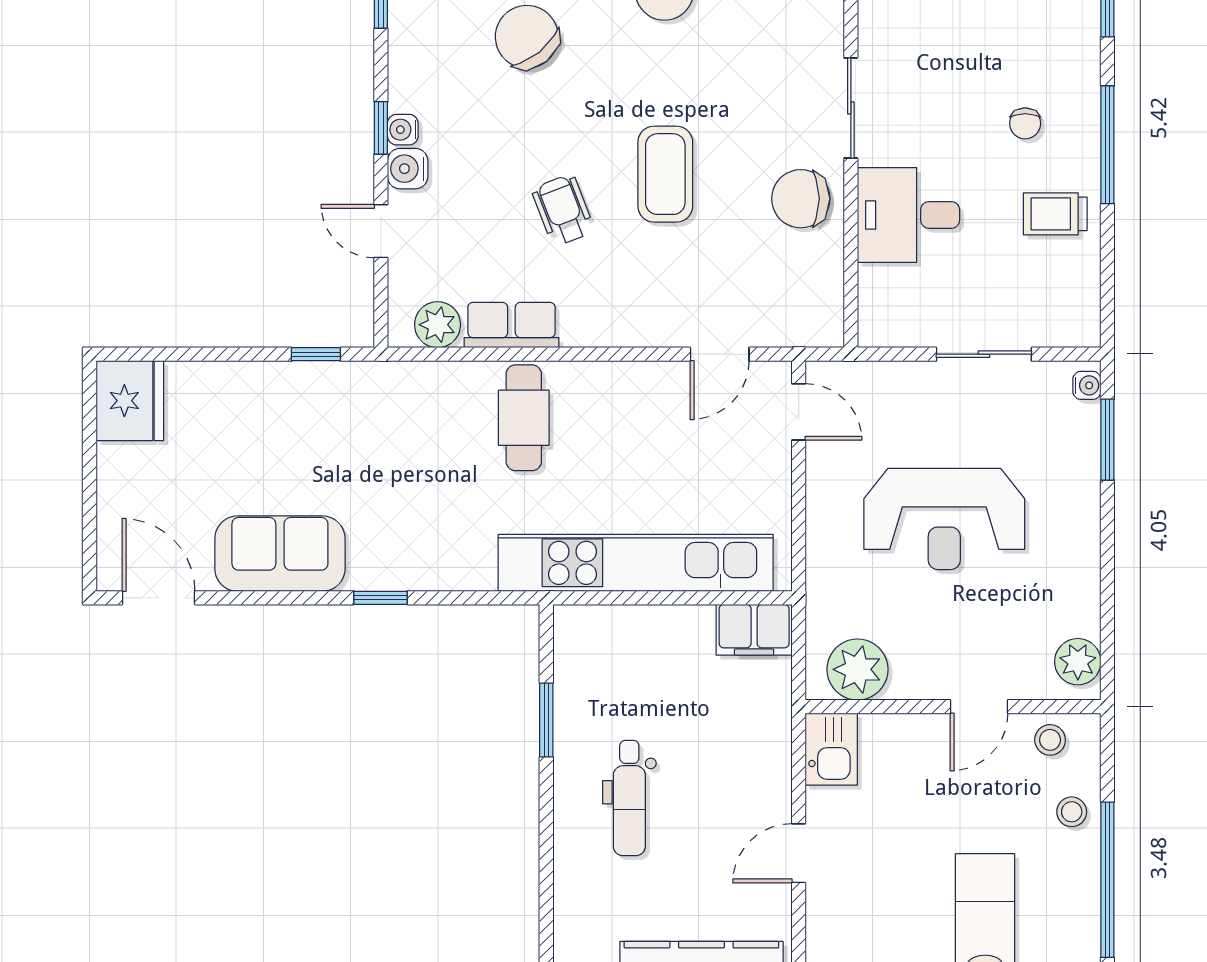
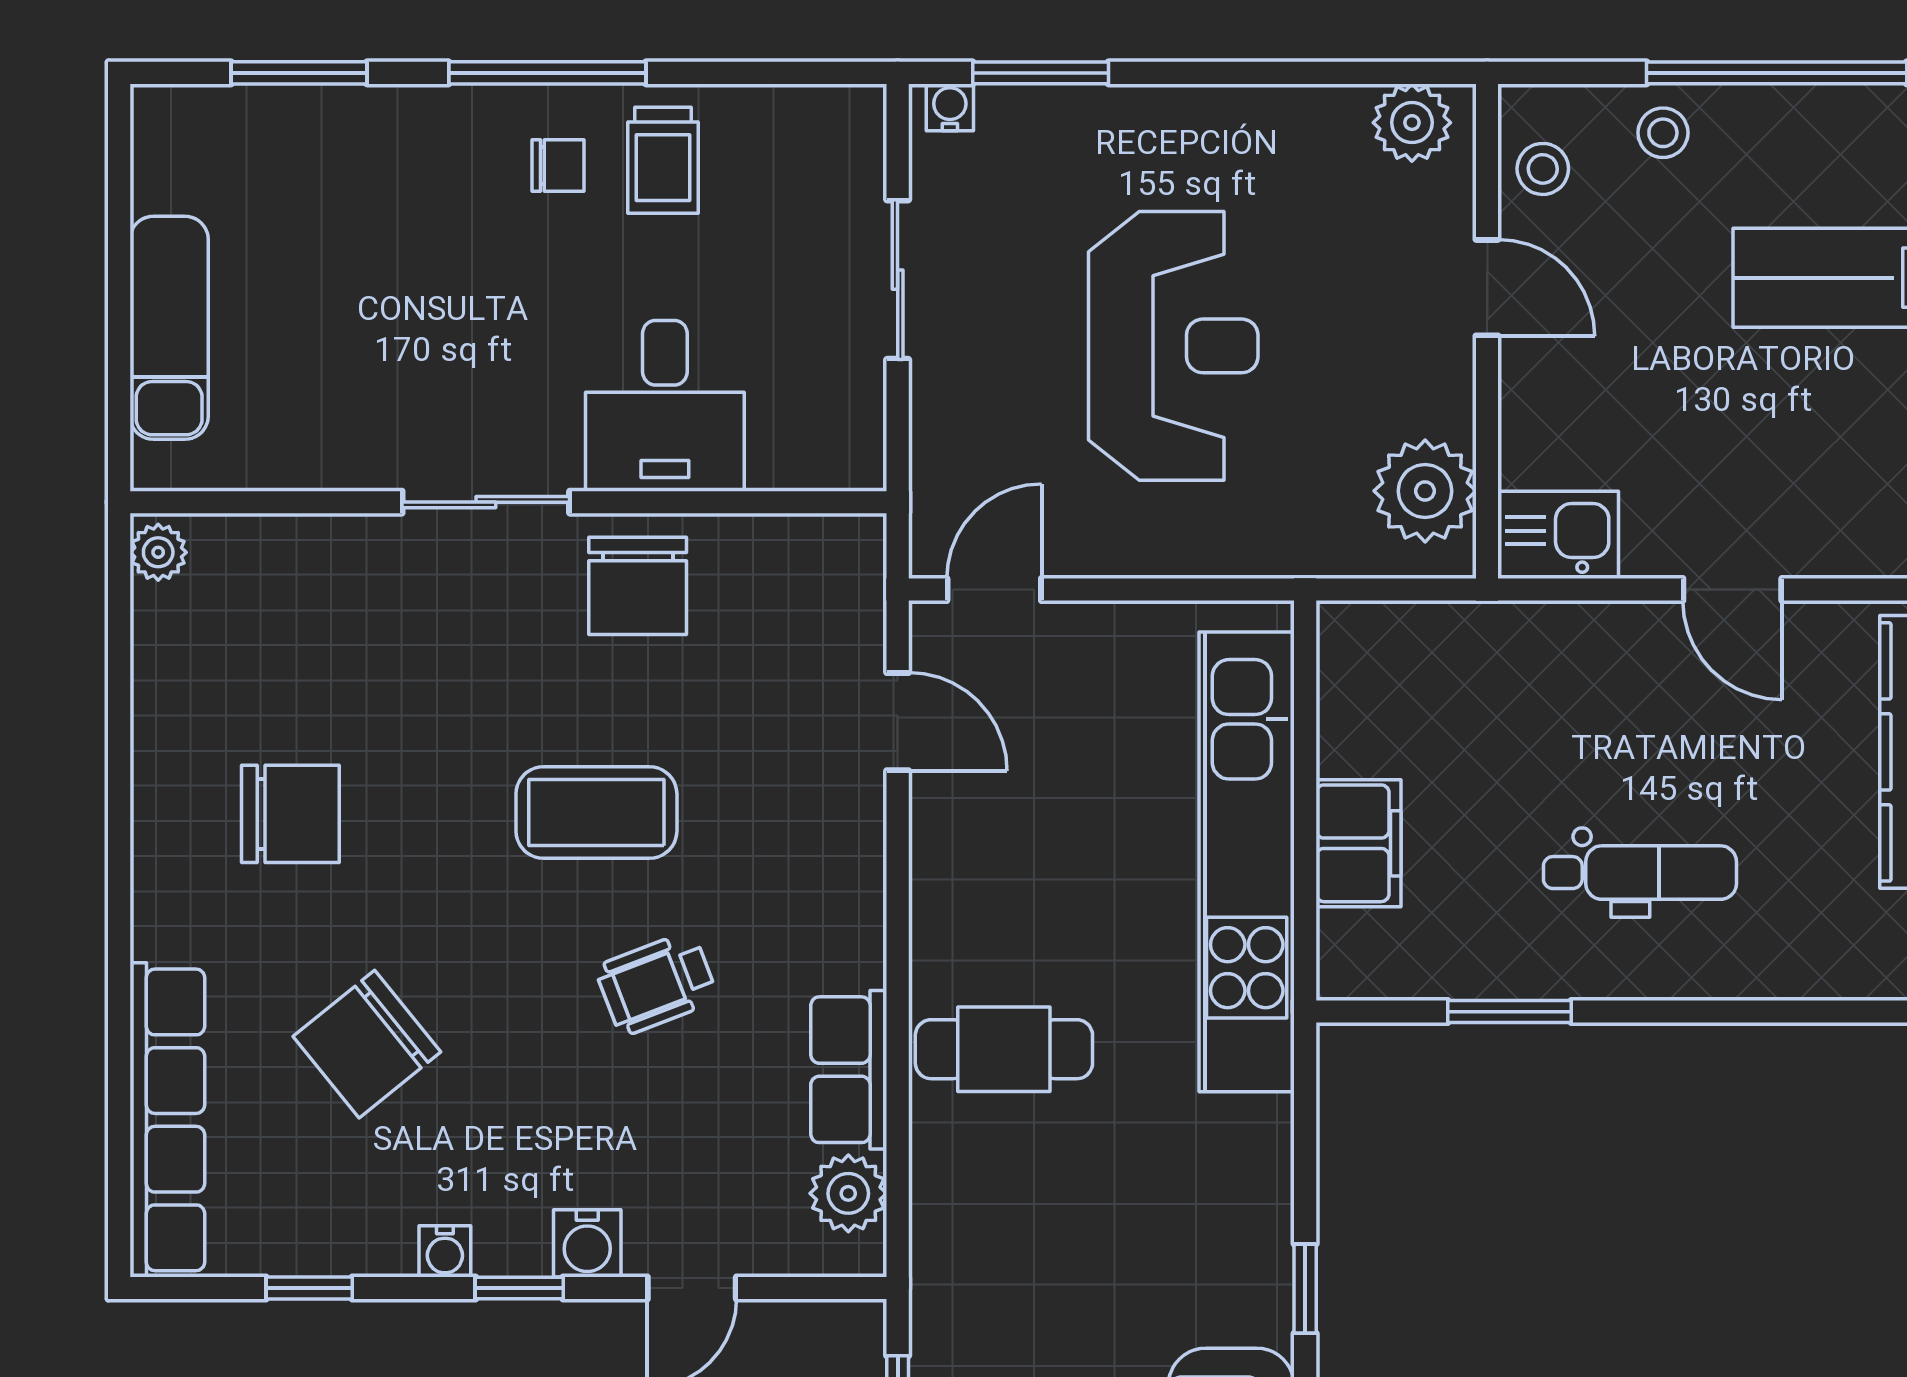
chair: (1025, 123) -> (558, 166), moved
water cooler: (403, 130) -> (445, 1251), moved
filing cabinet: (754, 630) -> (1358, 843), moved

